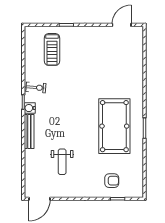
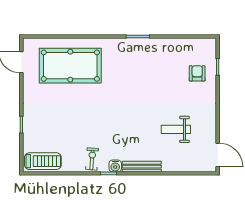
treadmill: (52, 50) -> (43, 161), moved
pool table: (114, 126) -> (70, 66), moved
weight bench: (62, 162) -> (176, 129), turned 180

